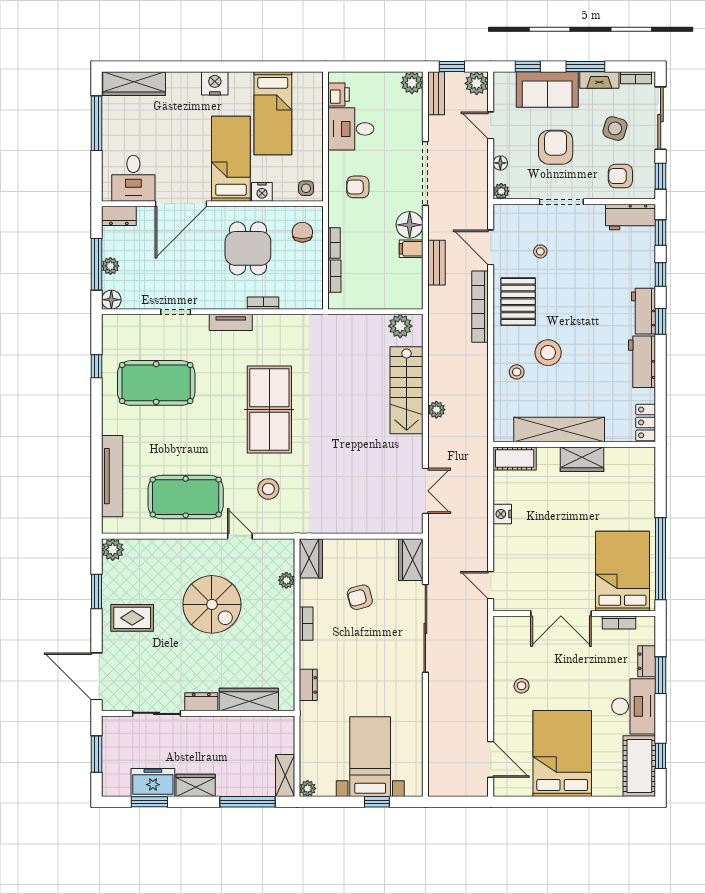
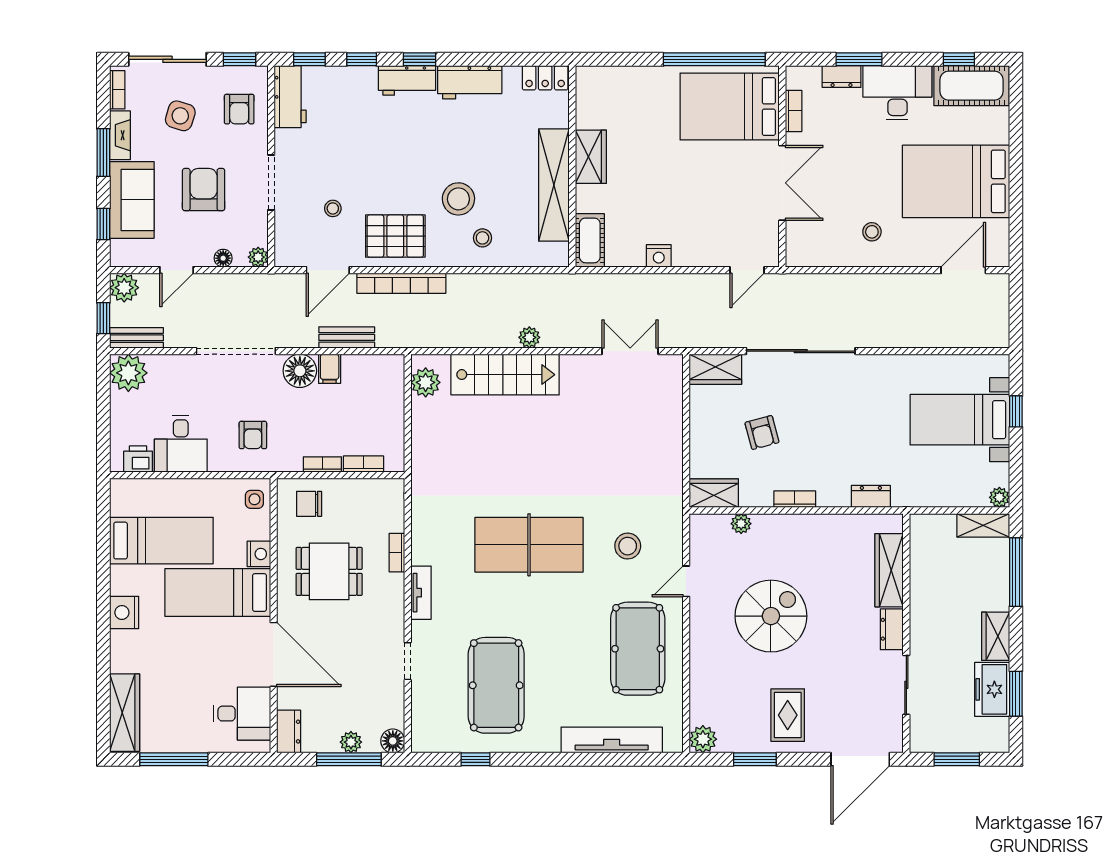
plant: (412, 83) -> (128, 373), width x1.36, depth x1.36
armchair: (556, 147) -> (204, 190), turned 90

